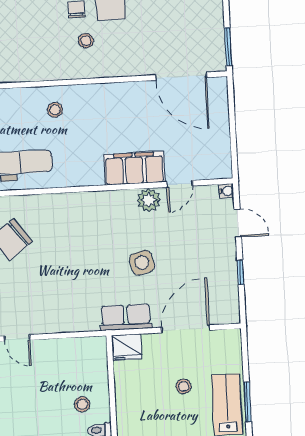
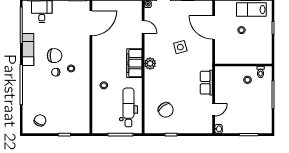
filing cabinet: (134, 168) -> (134, 63), moved
plant: (149, 200) -> (150, 63), moved
row of seats: (126, 317) -> (206, 83), moved
fridge: (127, 347) -> (221, 57), removed

